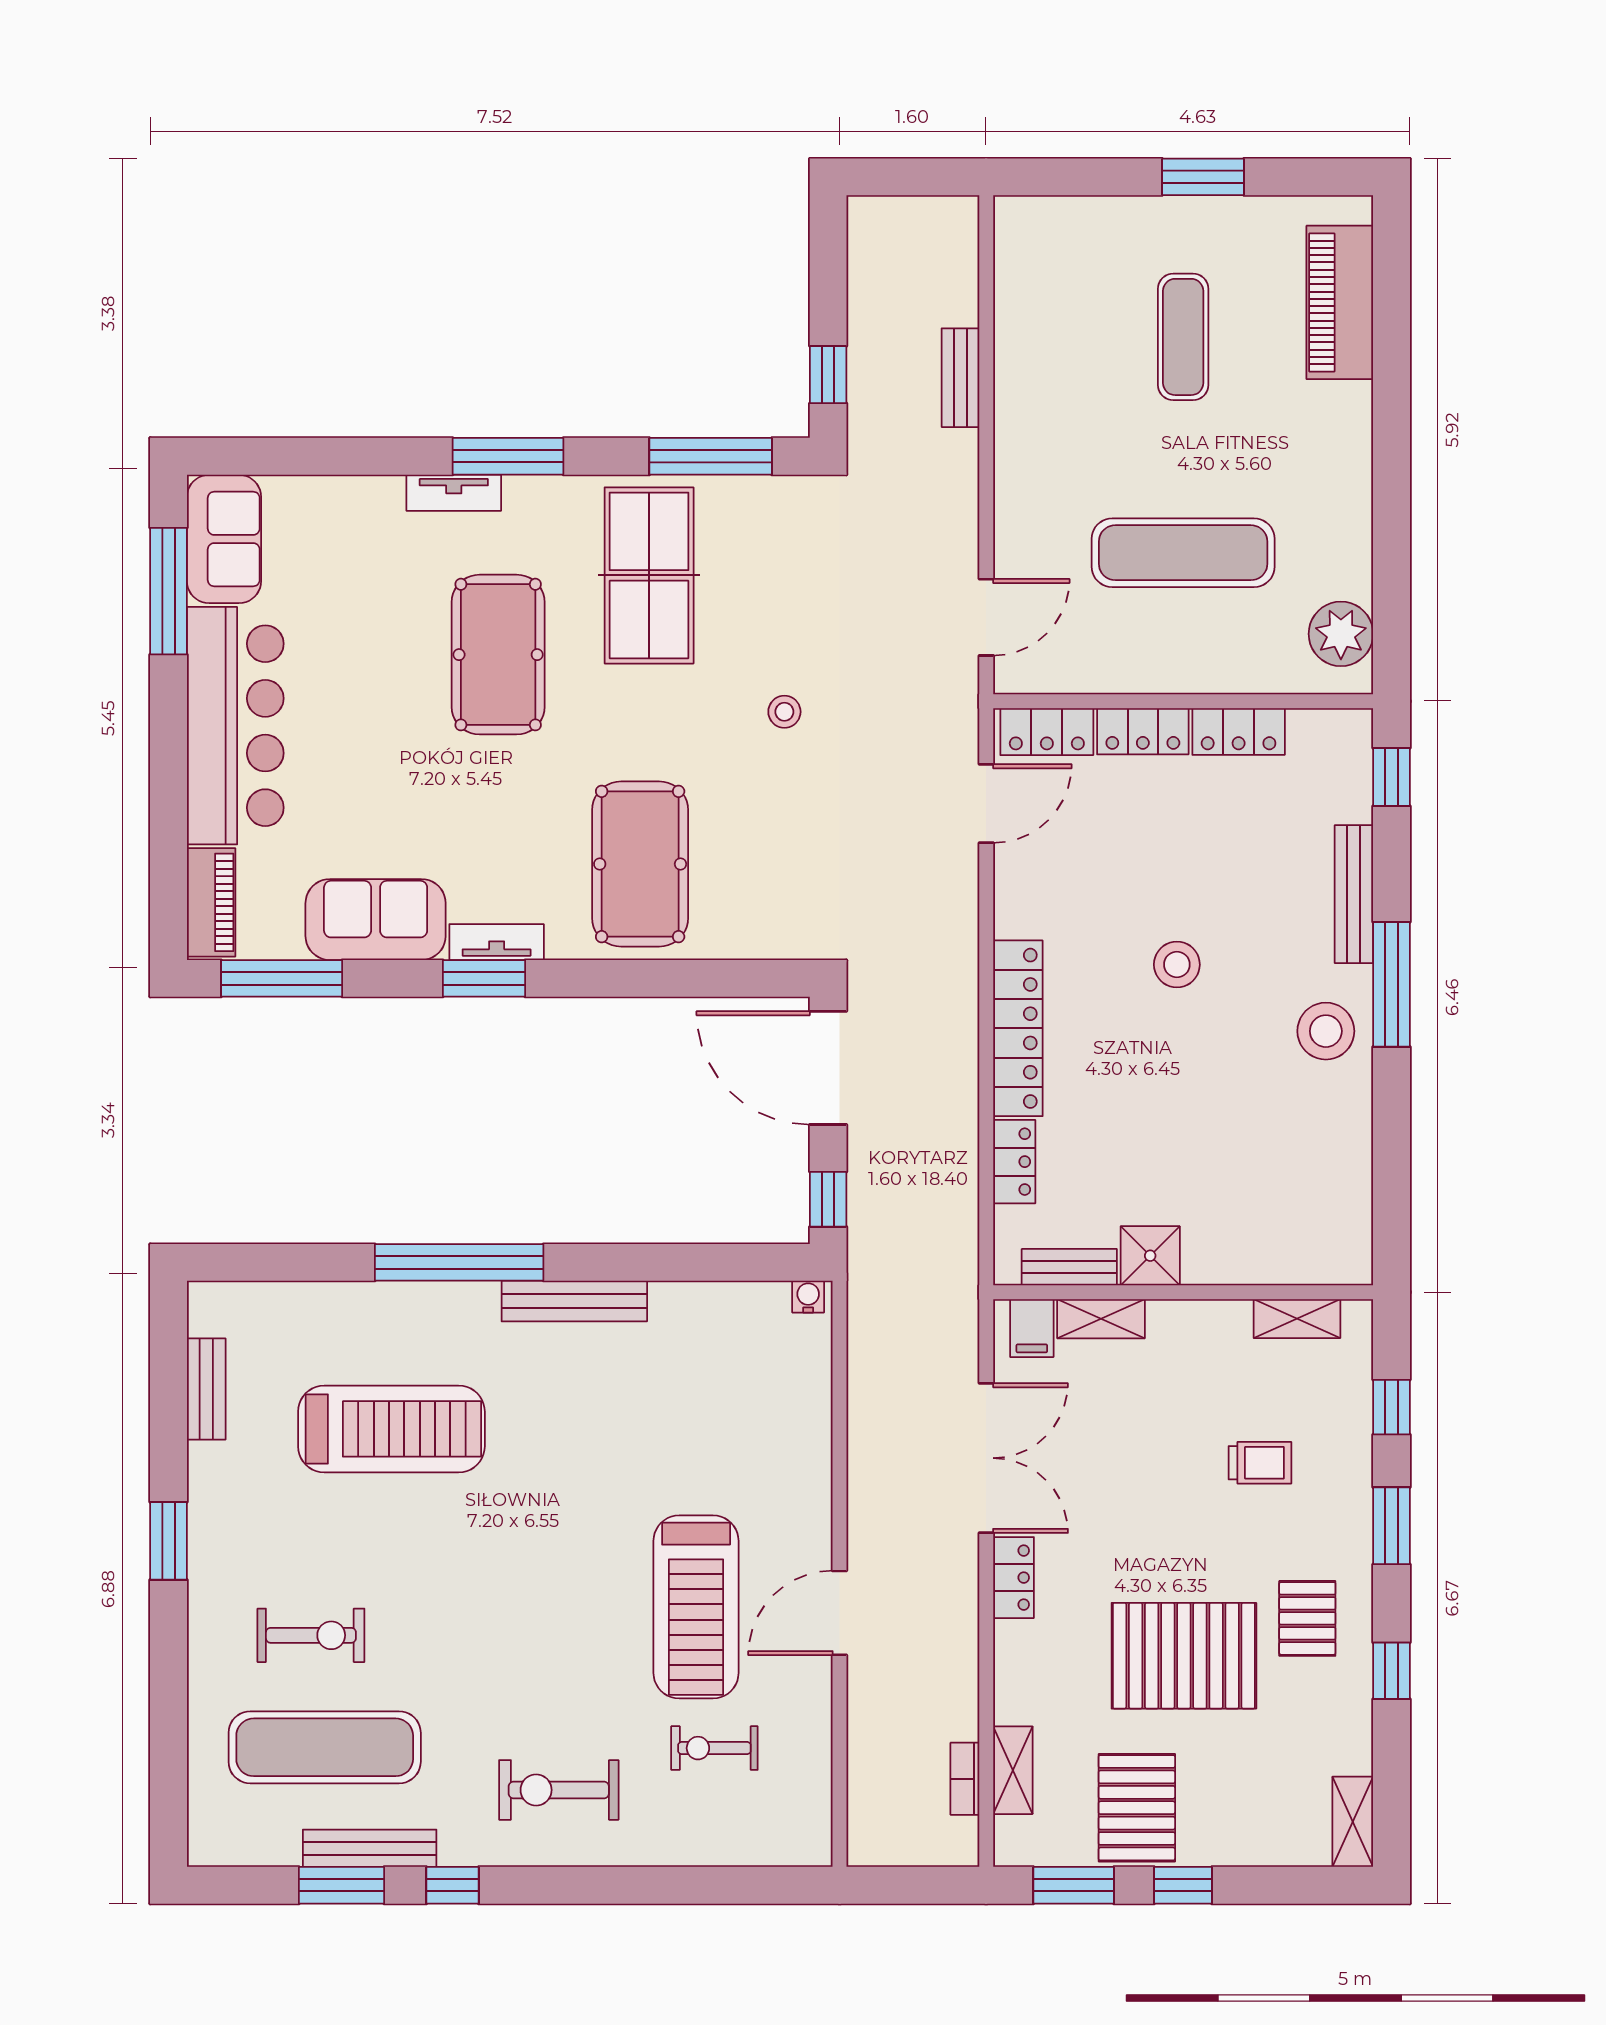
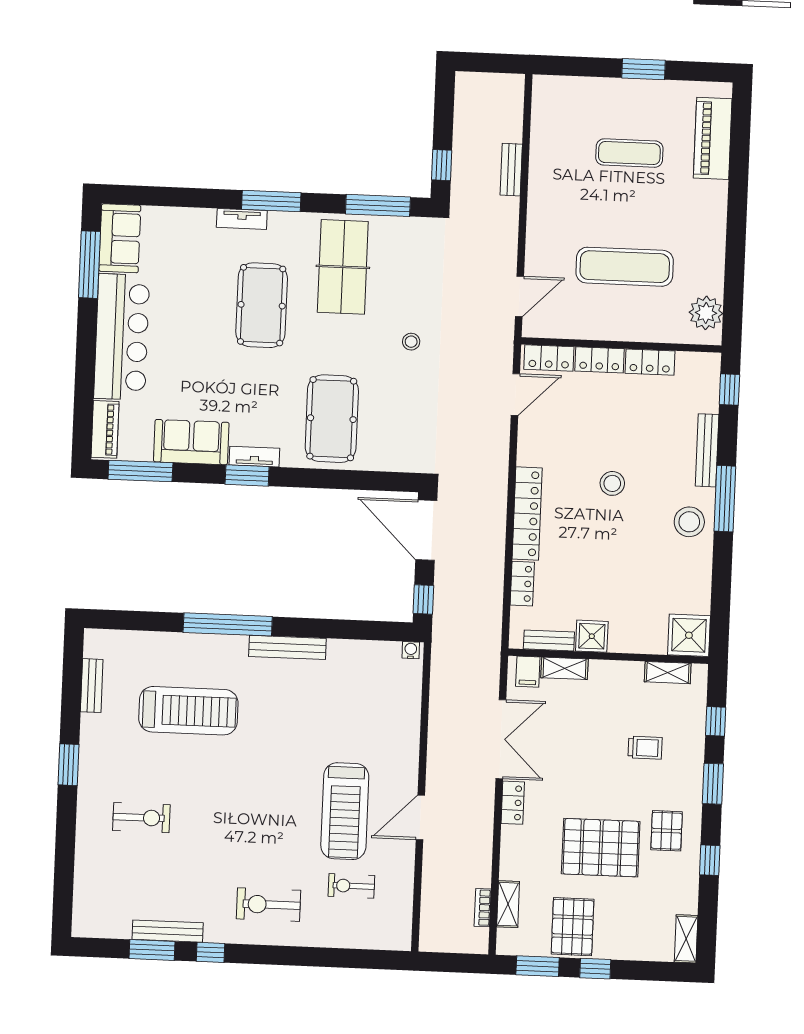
exercise mat: (1183, 337) -> (629, 153), turned 90
shower: (1334, 1246) -> (689, 635), added
exercise mat: (325, 1747) -> (146, 877), removed

